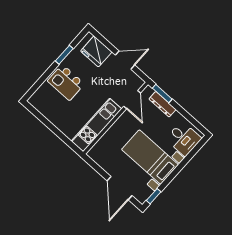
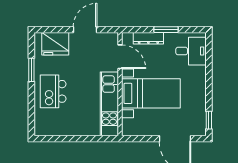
kitchen island: (66, 82) -> (53, 91), turned 90
window: (162, 94) -> (166, 30), moved
bed with nightstands: (150, 157) -> (151, 93), moved, turned 180

